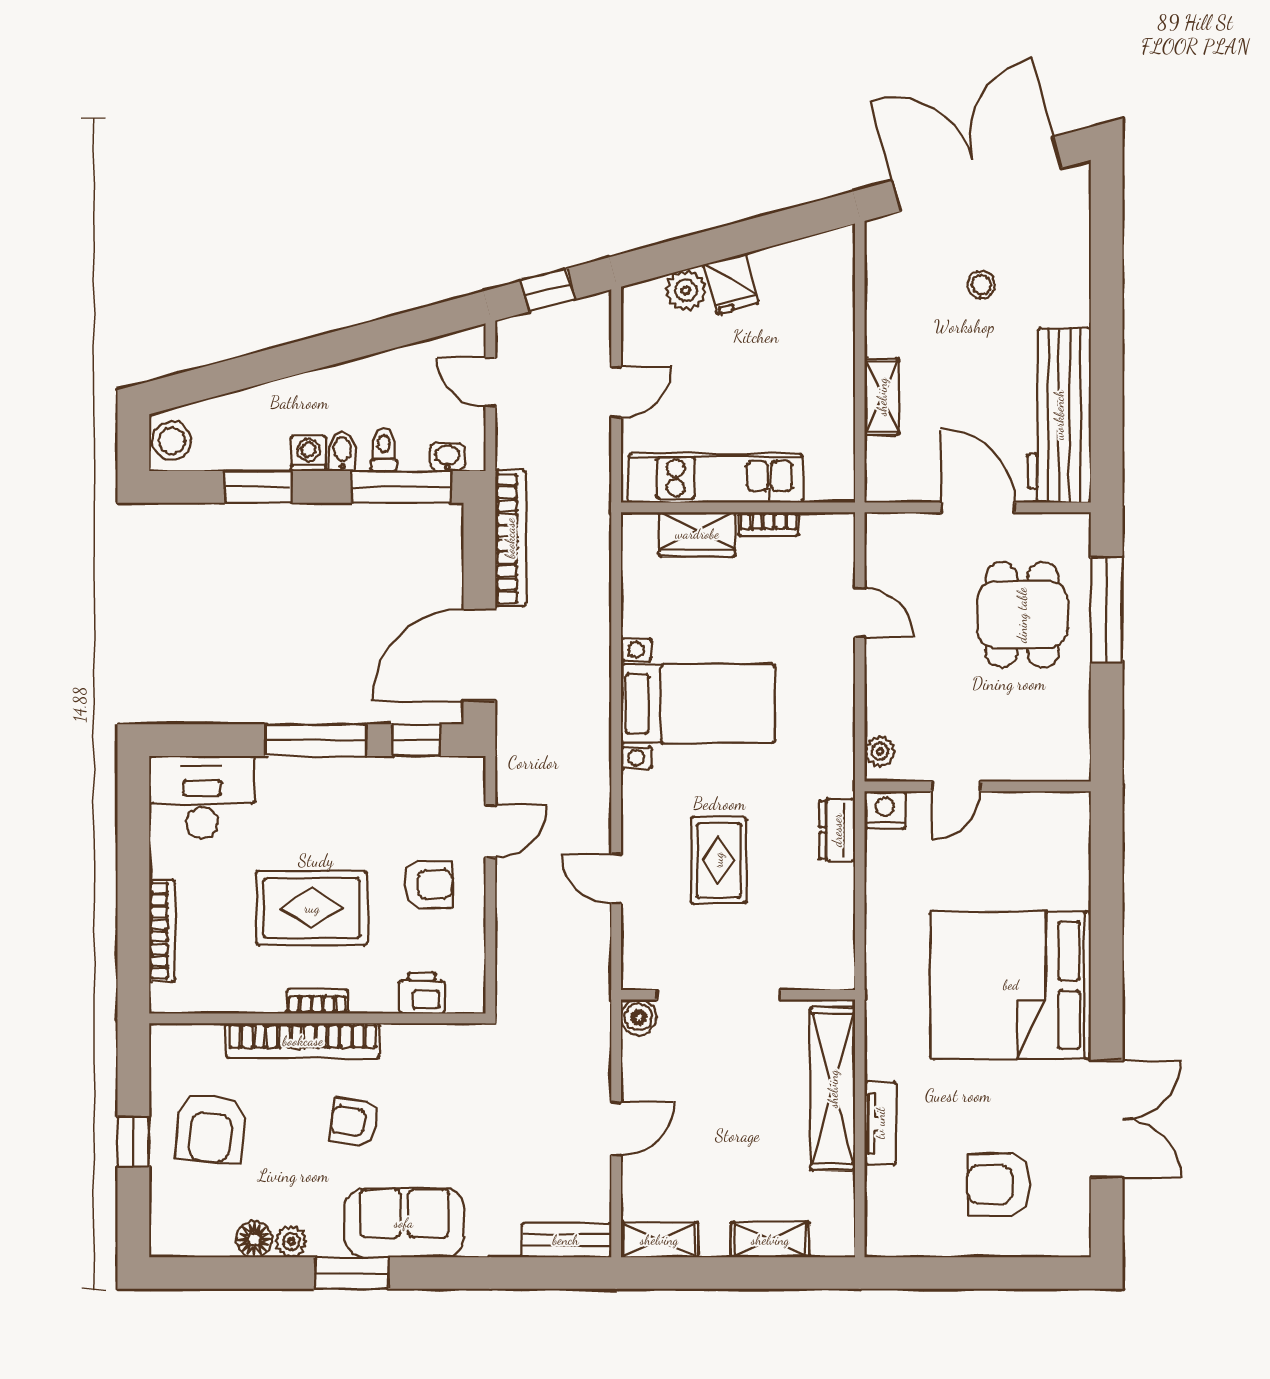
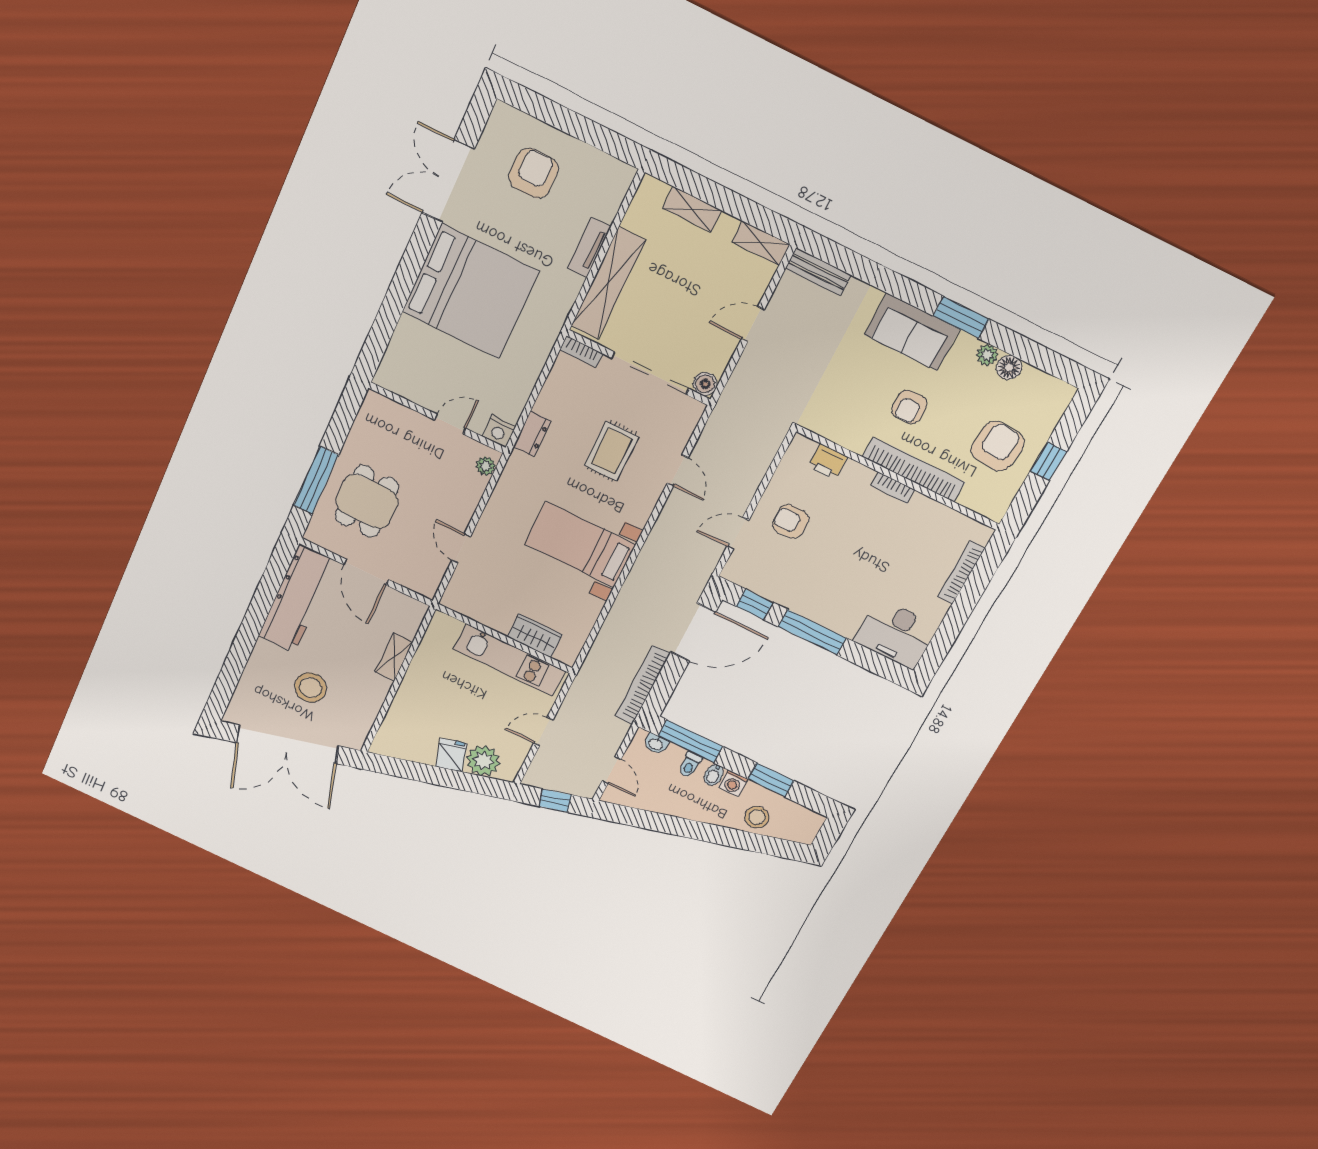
stool: (981, 285) -> (310, 687), width x1.89, depth x1.89
plant: (686, 290) -> (483, 761), width x1.36, depth x1.36
stool: (172, 441) -> (757, 817), moved
bookcase: (769, 524) -> (581, 352), moved, turned 180
rug: (312, 908) -> (866, 542), removed
armchair: (354, 1122) -> (909, 407), turned 81
armchair: (999, 1184) -> (533, 173), turned -90

